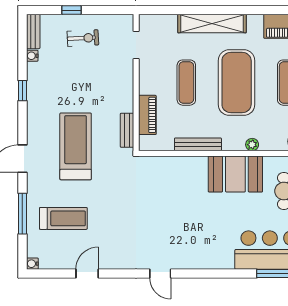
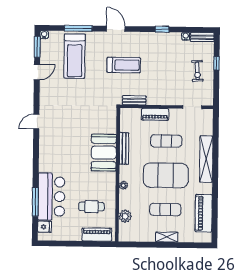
piano: (147, 115) -> (155, 114), moved
treadmill: (76, 146) -> (124, 65), width x0.73, depth x0.73
booth: (235, 174) -> (104, 153), moved
treadmill: (63, 218) -> (75, 56), width x1.37, depth x1.38
window: (50, 274) -> (37, 47), added
door: (87, 274) -> (37, 72), hinge flipped

